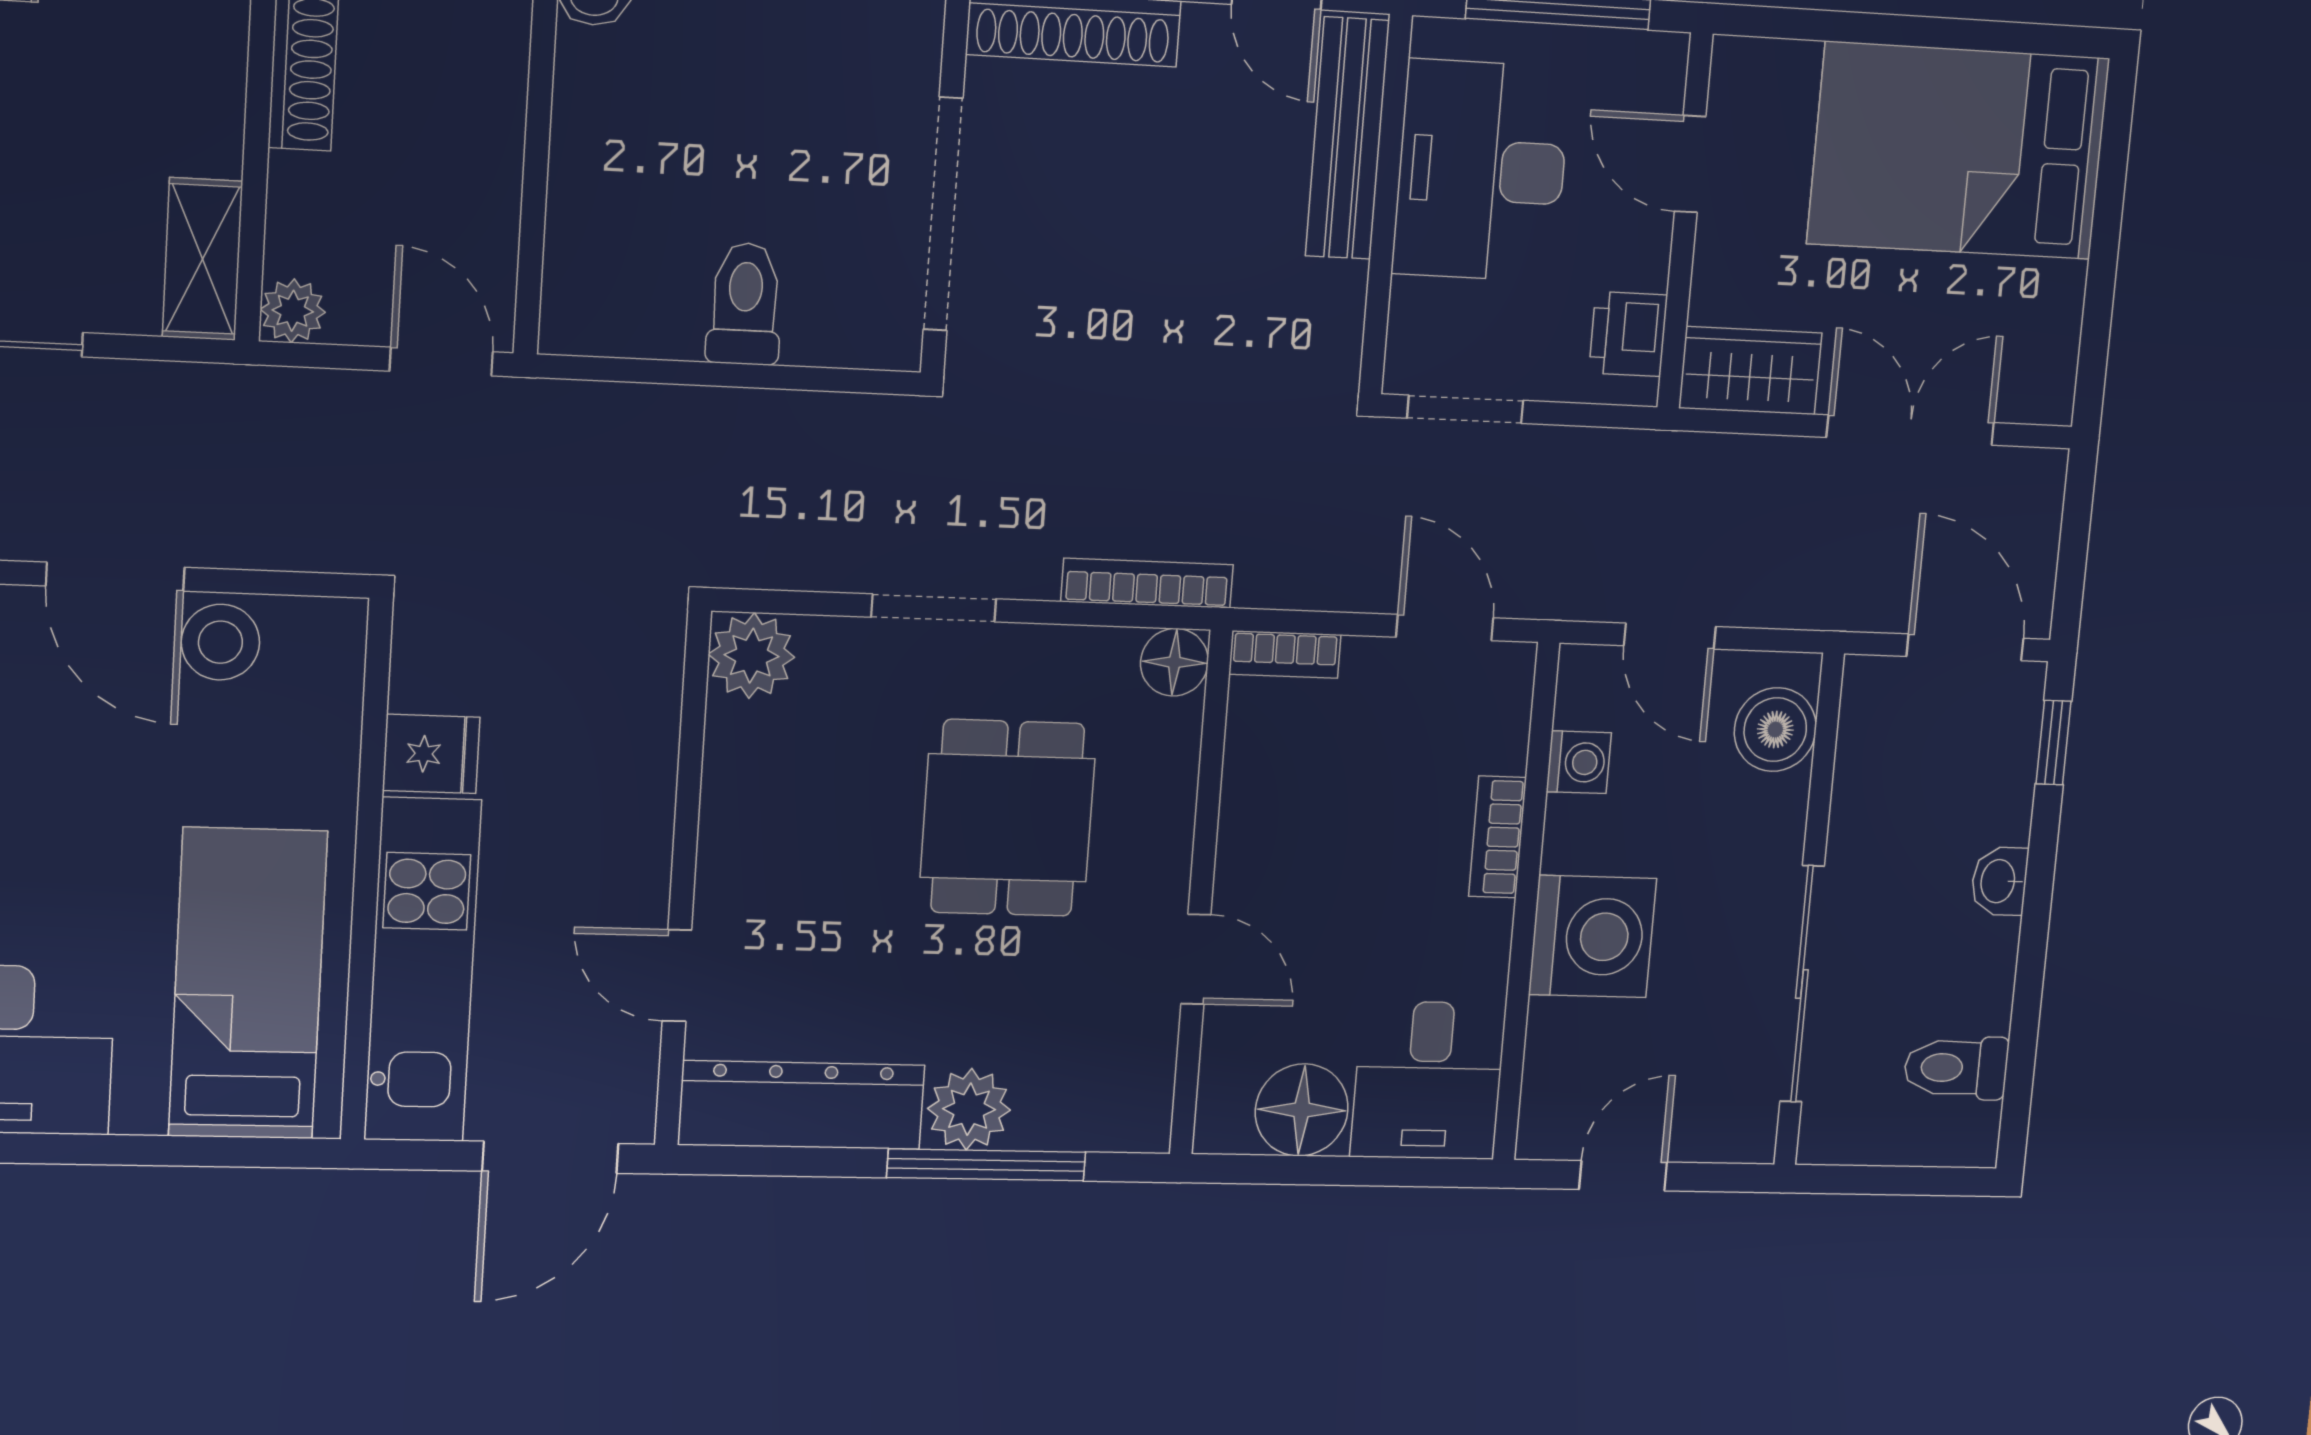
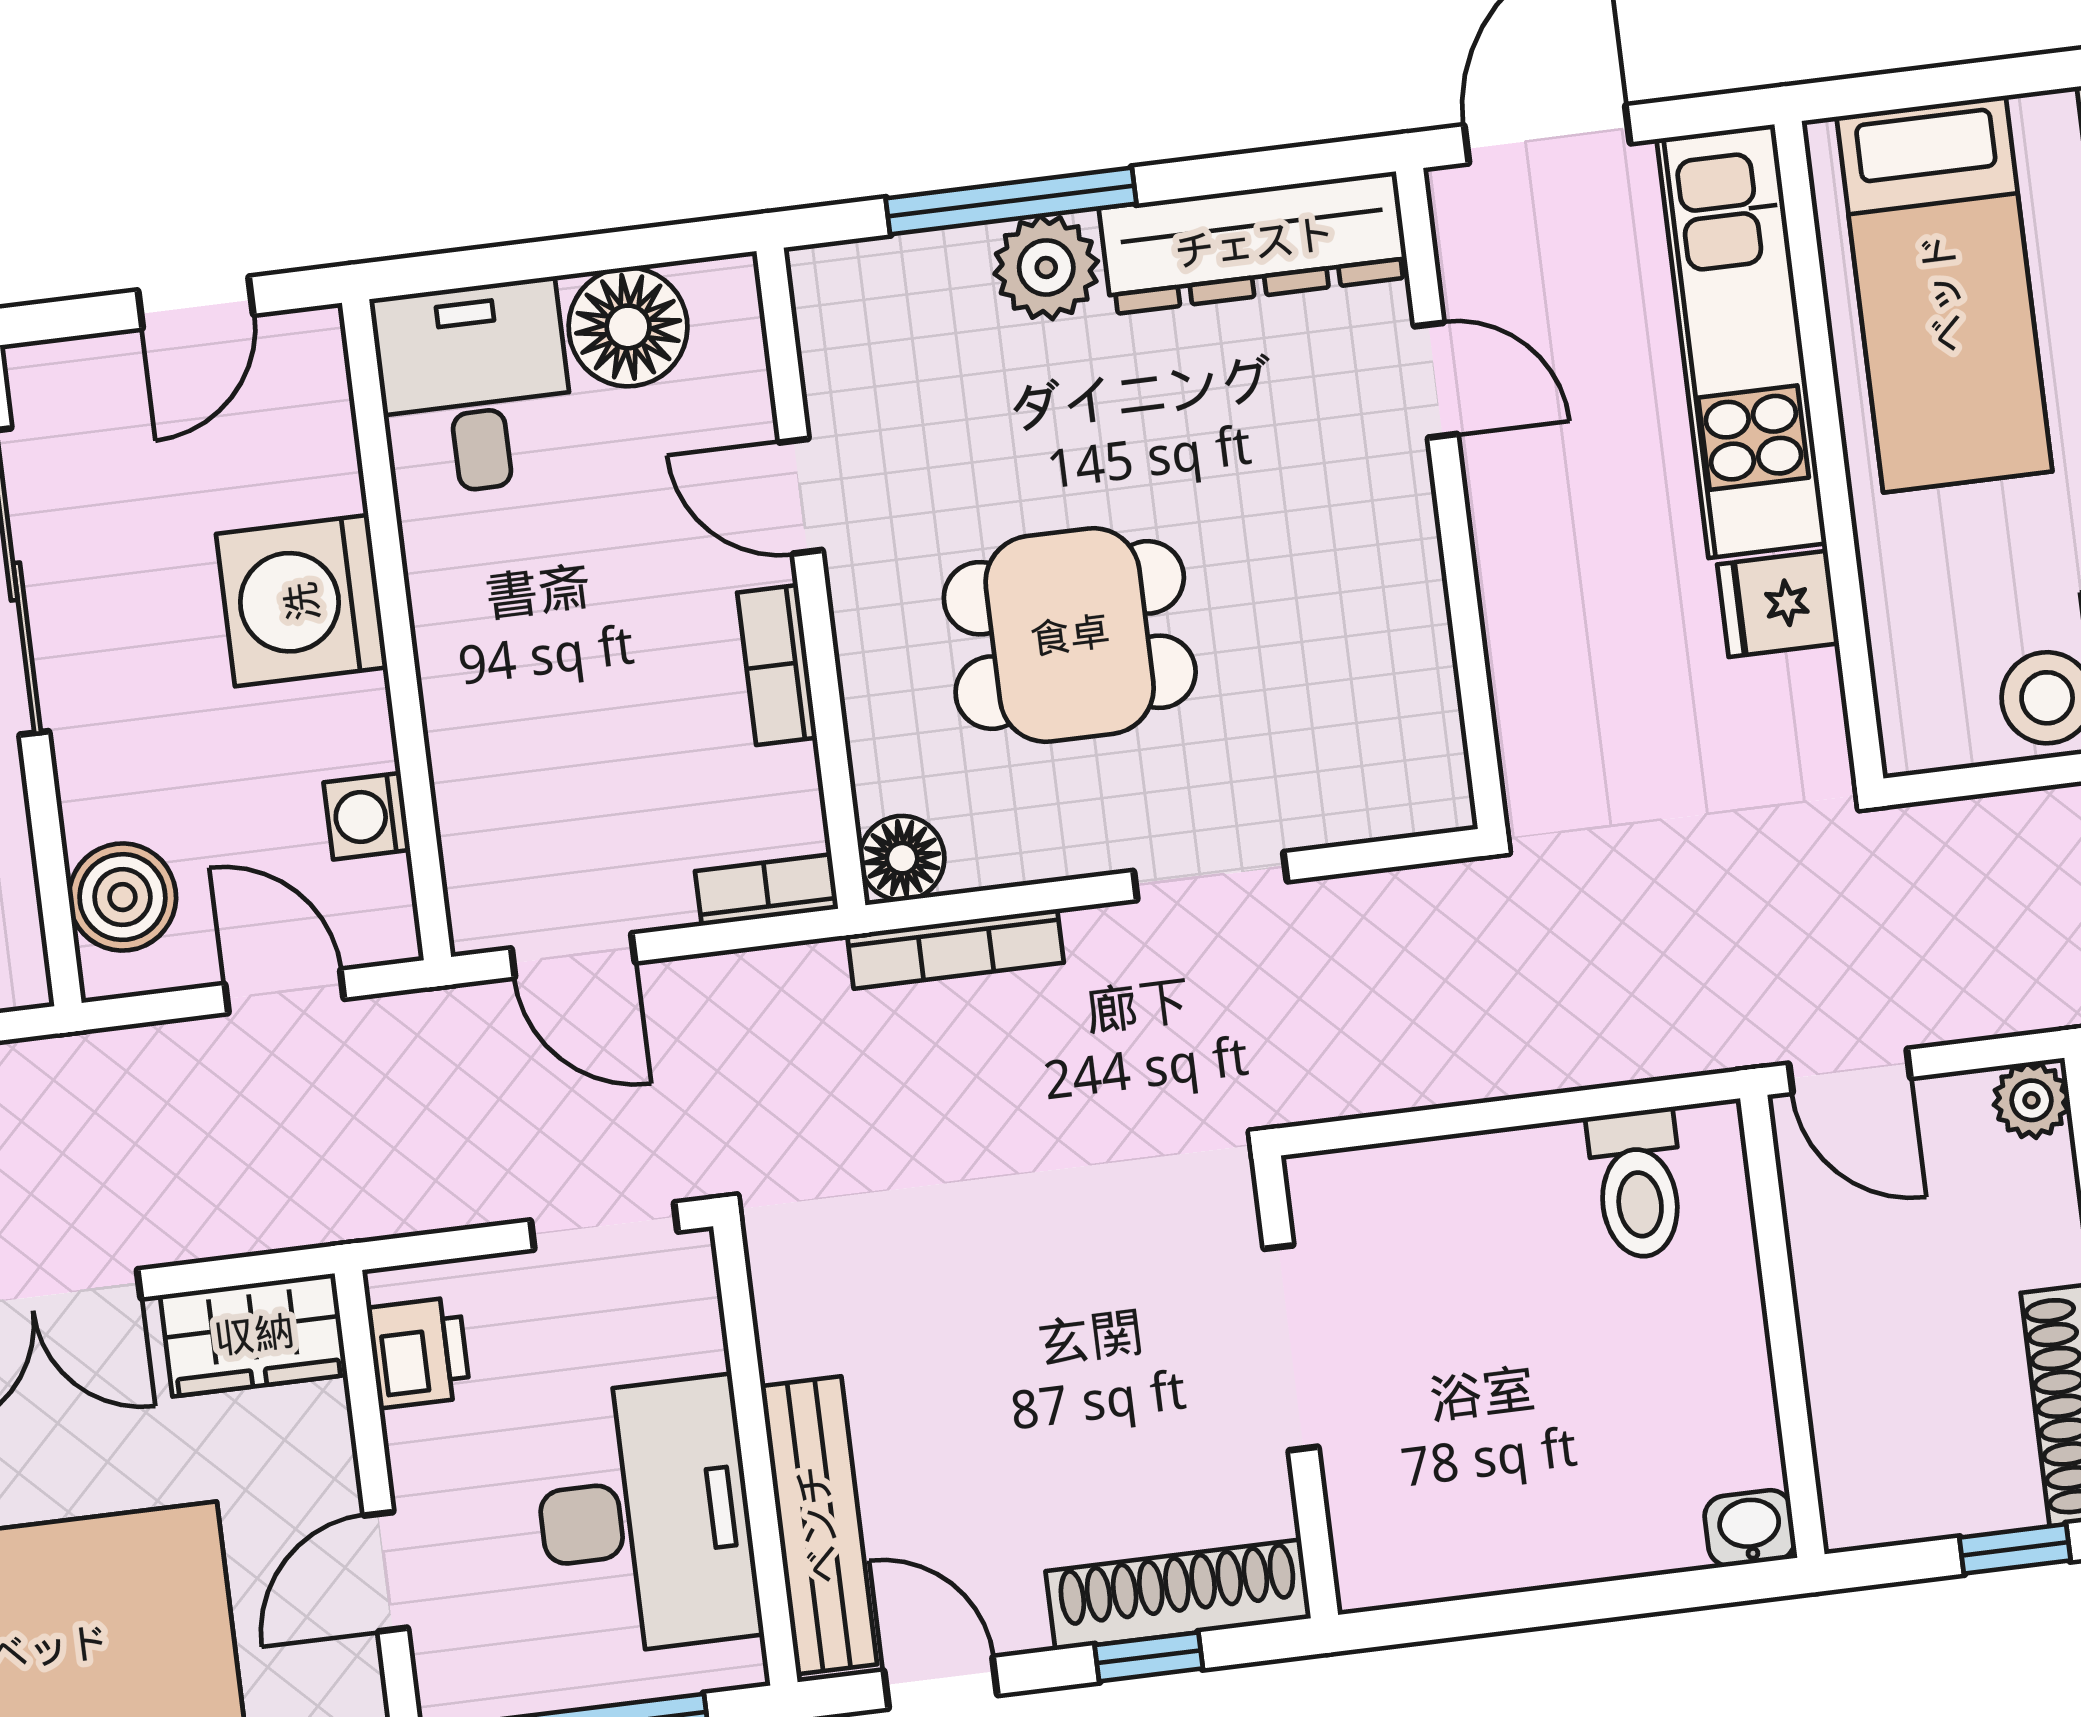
door: (1690, 164) -> (386, 1572), swing flipped
doorway: (943, 214) -> (1291, 1348), width x0.73
toilet: (745, 304) -> (1638, 1184), moved
plant: (752, 656) -> (1419, 783), removed
dining table: (1008, 818) -> (1070, 635), turned 90
bookcase: (1497, 837) -> (777, 665), moved, turned 180

